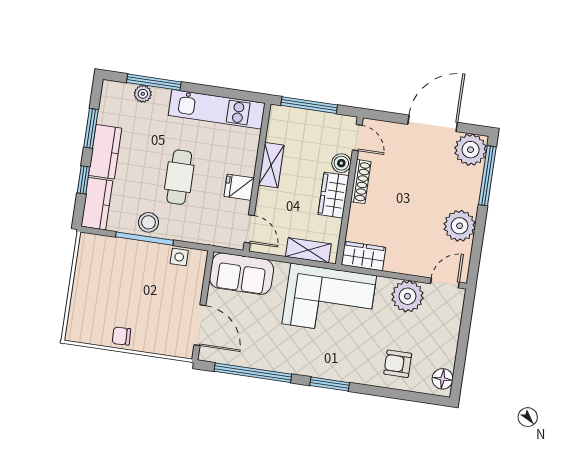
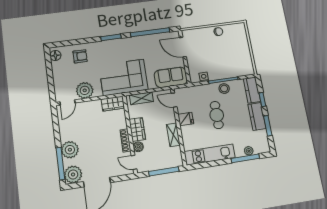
plant: (460, 226) -> (70, 150), moved

